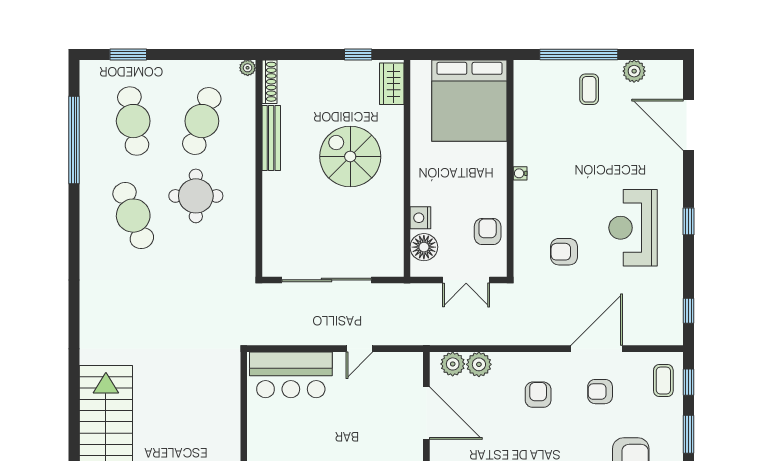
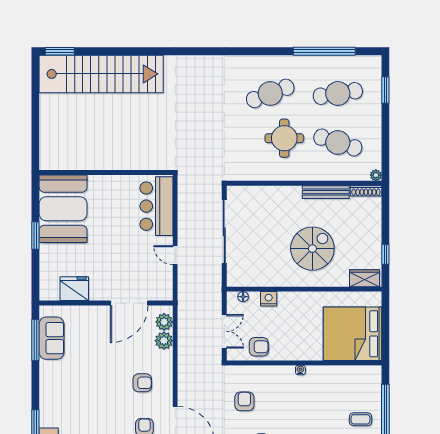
floor lamp: (424, 247) -> (243, 297), width x0.53, depth x0.53
double door: (466, 280) -> (224, 331), swing flipped

